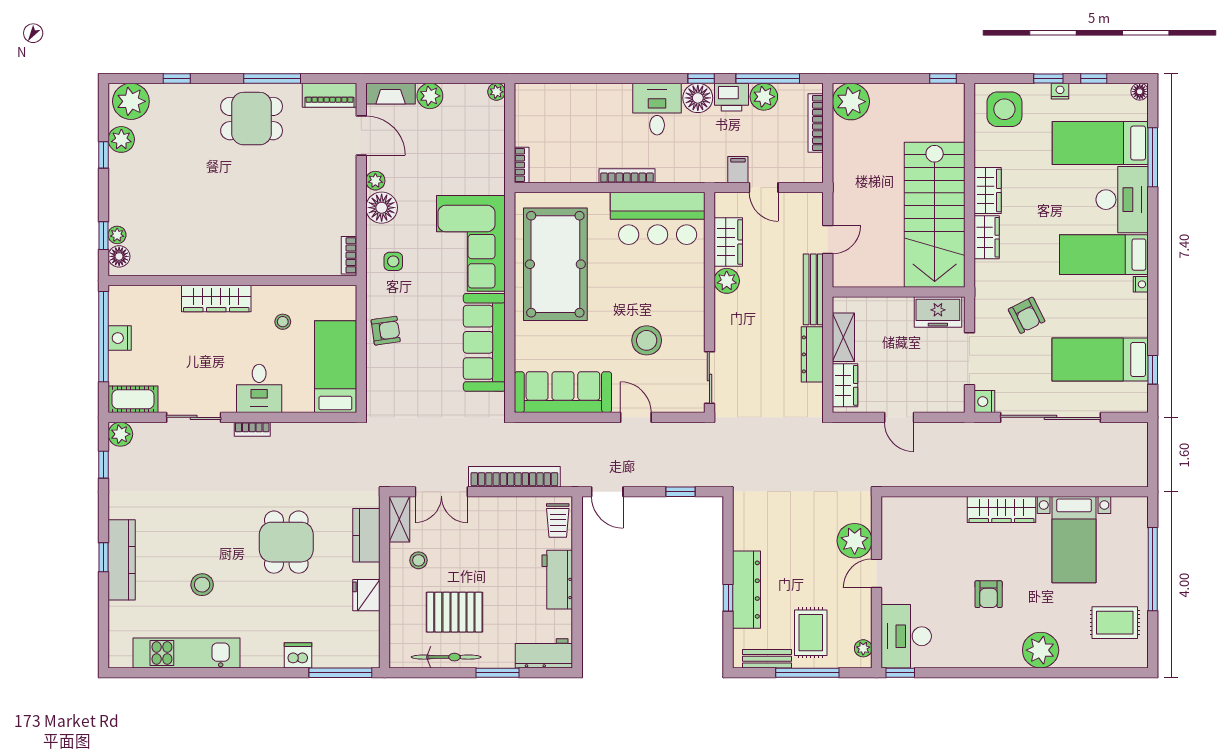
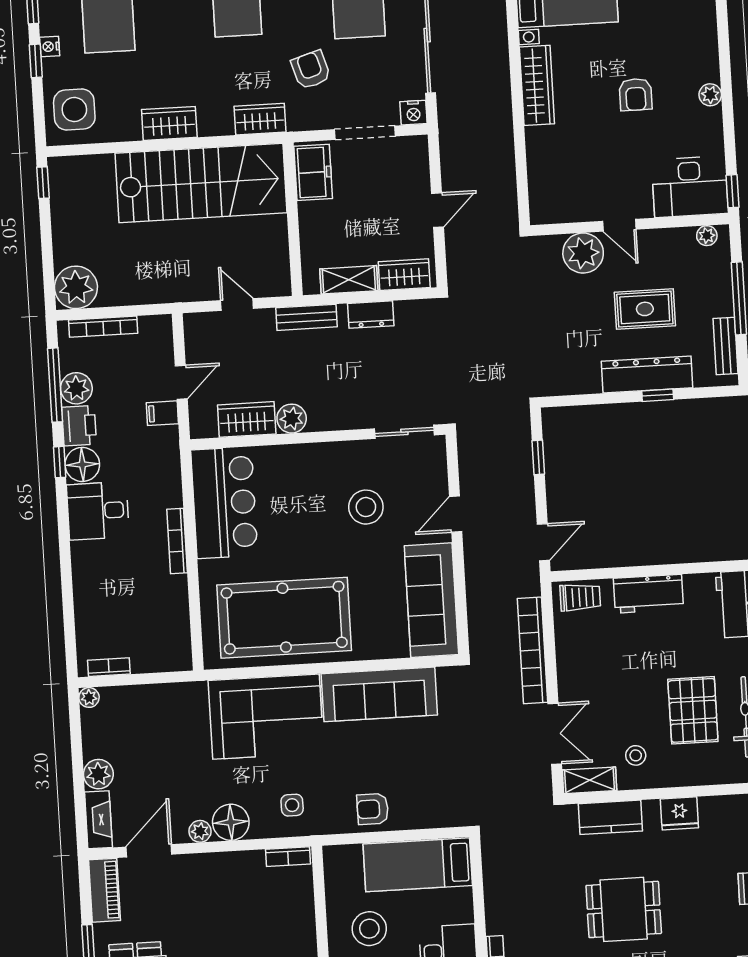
bookcase: (522, 165) -> (109, 667), moved
wardrobe: (987, 237) -> (260, 119), moved
bench: (813, 289) -> (306, 317), width x0.73
armchair: (1027, 315) -> (311, 70), turned -80
stool: (283, 322) -> (369, 929), width x1.89, depth x1.89
armchair: (386, 331) -> (373, 809), turned -82
dresser: (812, 354) -> (371, 315), width x0.70
armchair: (989, 594) -> (636, 95), turned 90
rug: (811, 633) -> (645, 309), moved
plant: (1041, 650) -> (710, 95), moved, width x0.53, depth x0.53

